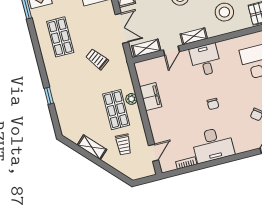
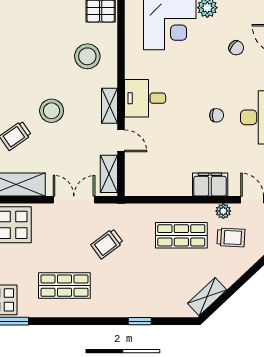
filing cabinet: (151, 97) -> (210, 184), moved
plant: (131, 99) -> (223, 211), moved
chair: (213, 104) -> (217, 115), moved
shelving: (92, 147) -> (207, 297), moved

